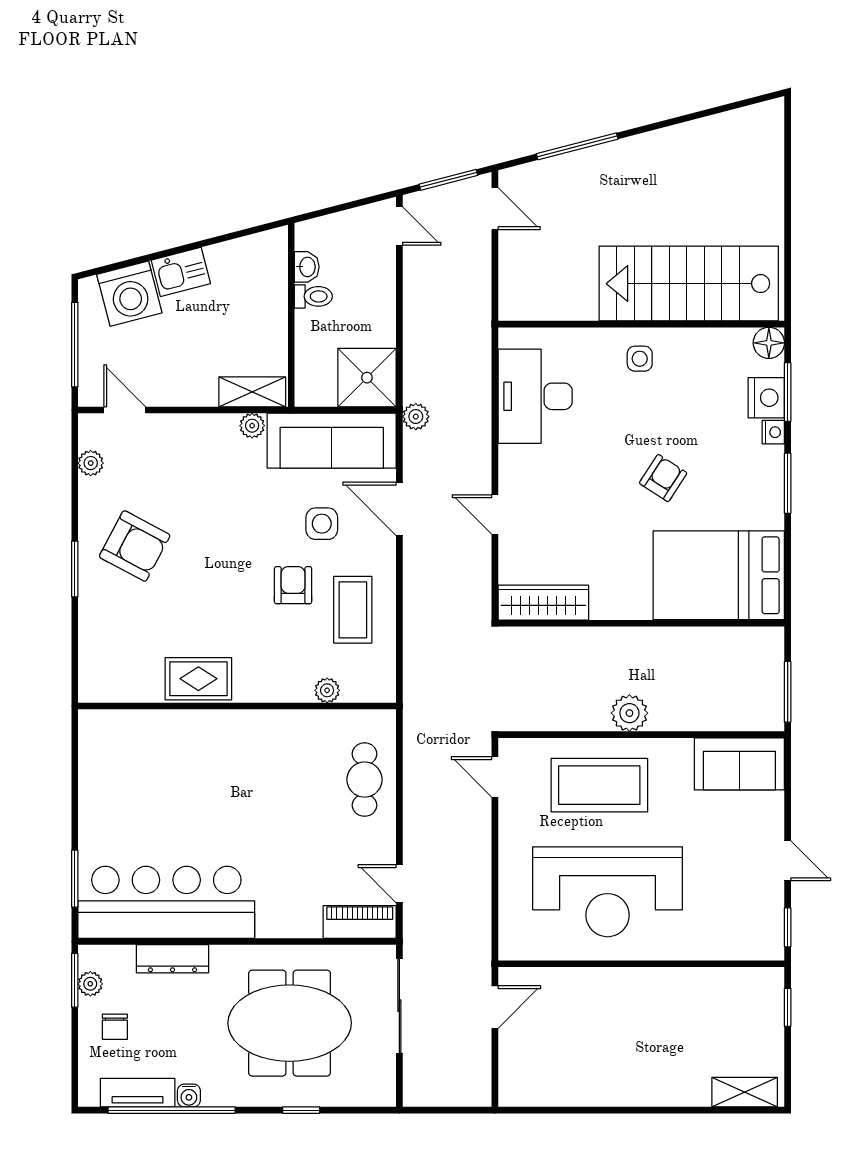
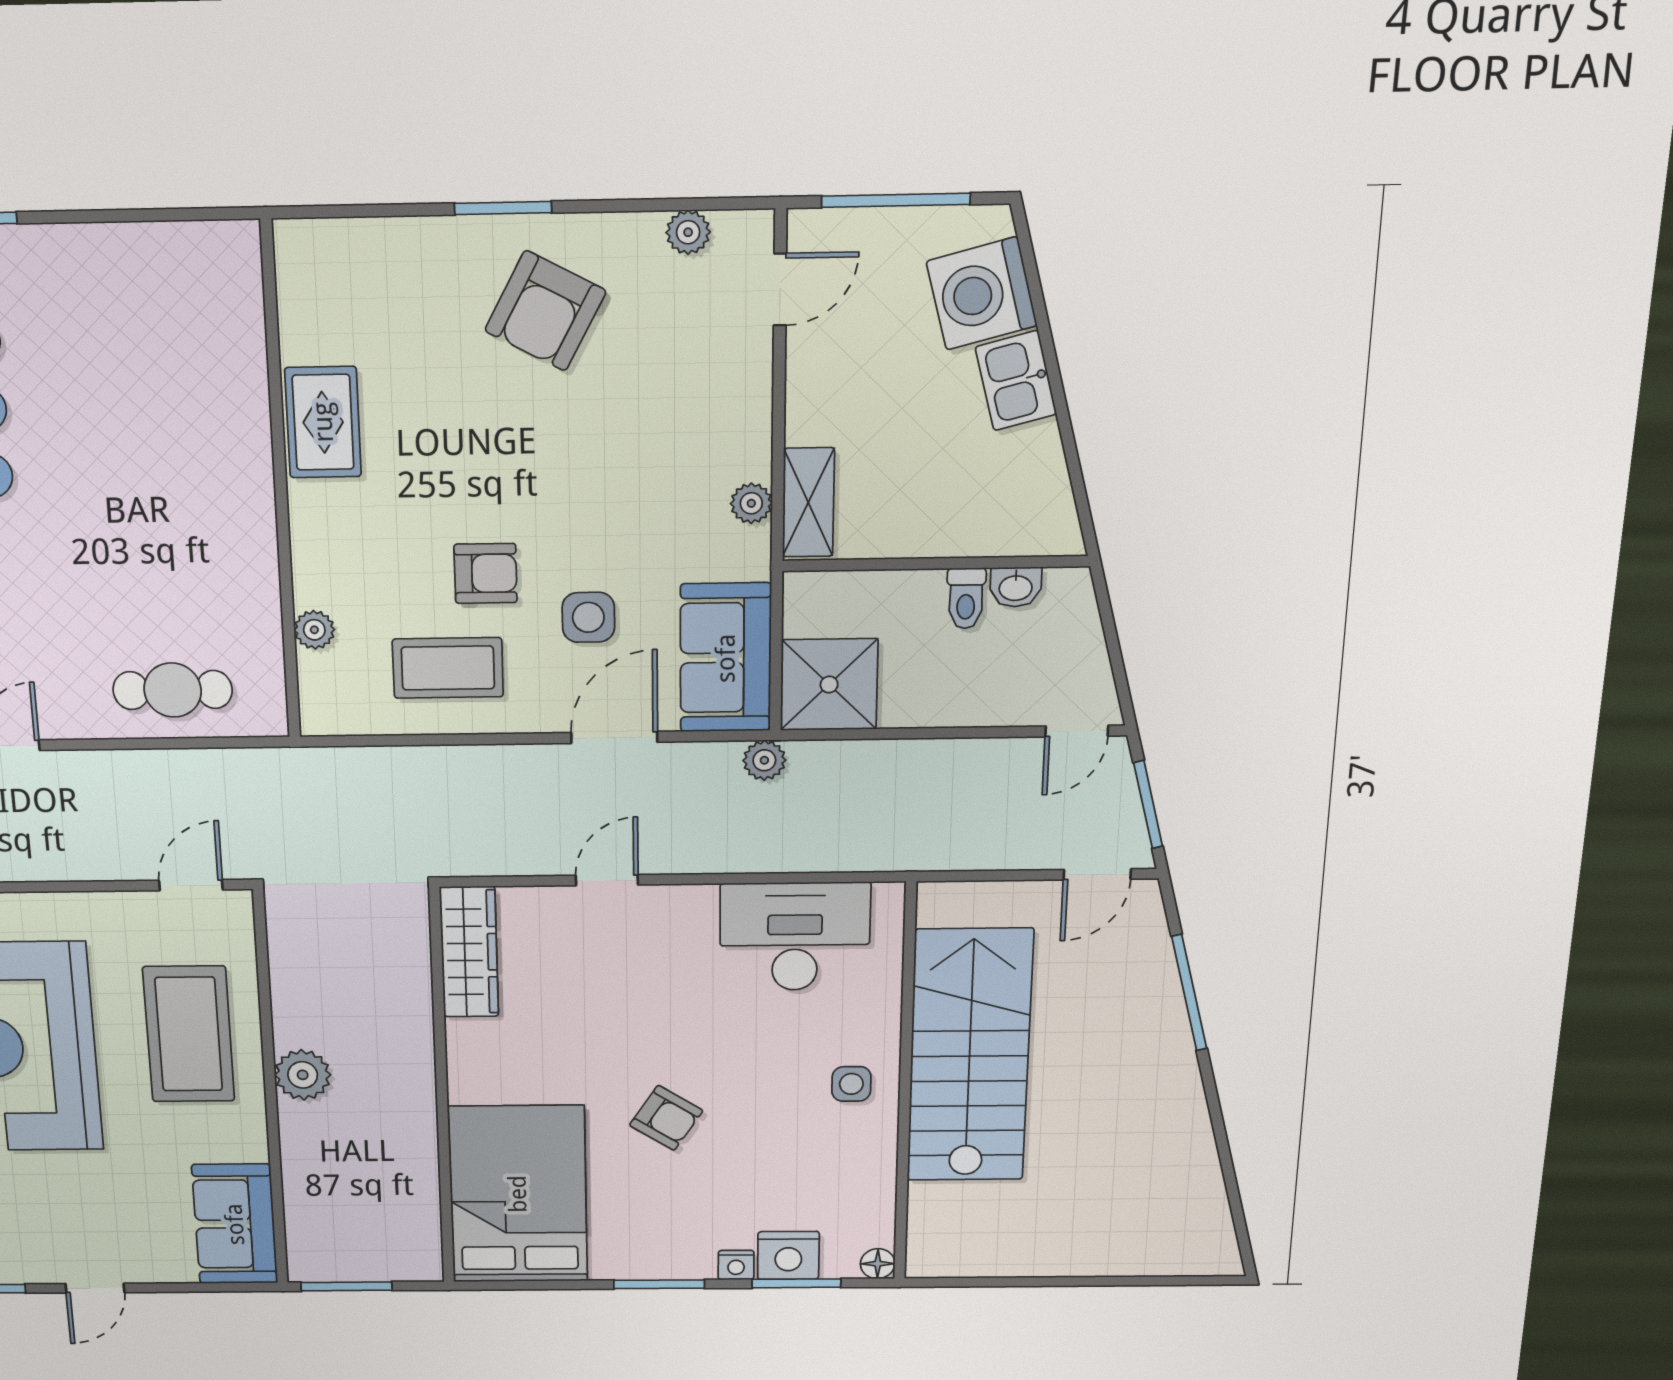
stairs: (689, 284) -> (970, 1056), moved
floor lamp: (769, 343) -> (878, 1264), width x0.73, depth x0.73
sofa: (332, 441) -> (726, 658), width x0.73

